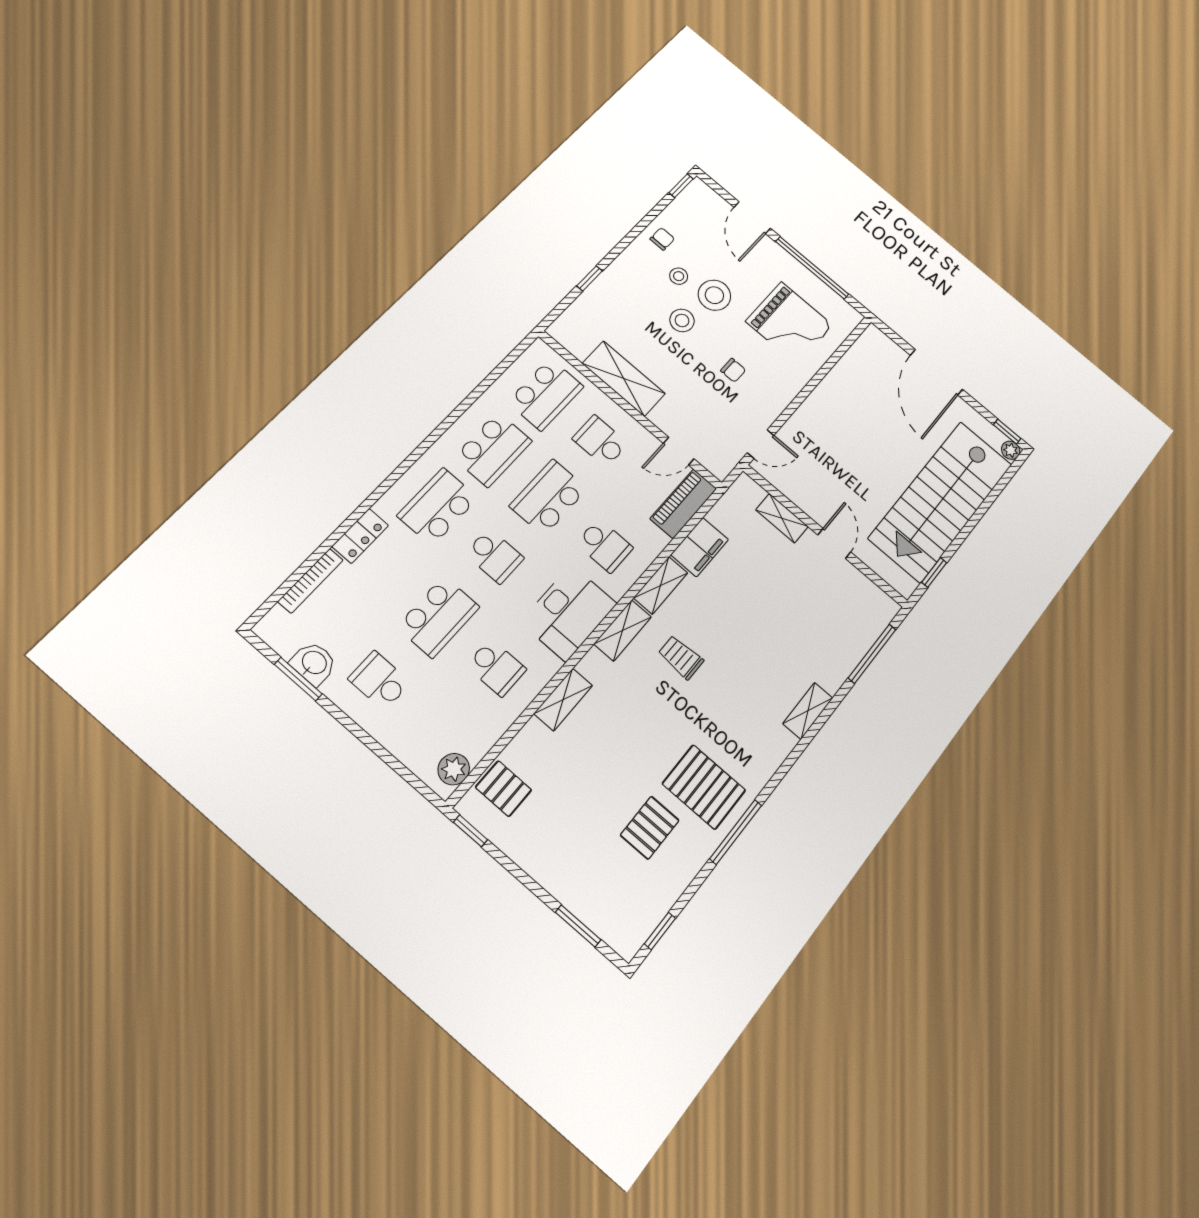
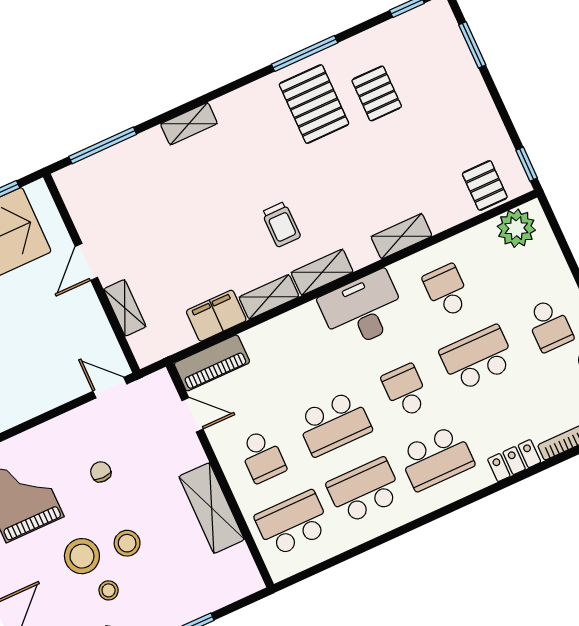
school desk: (604, 546) -> (303, 356), removed
plant: (454, 769) -> (516, 228), width x1.36, depth x1.36
pallet: (650, 828) -> (377, 93), turned 90

